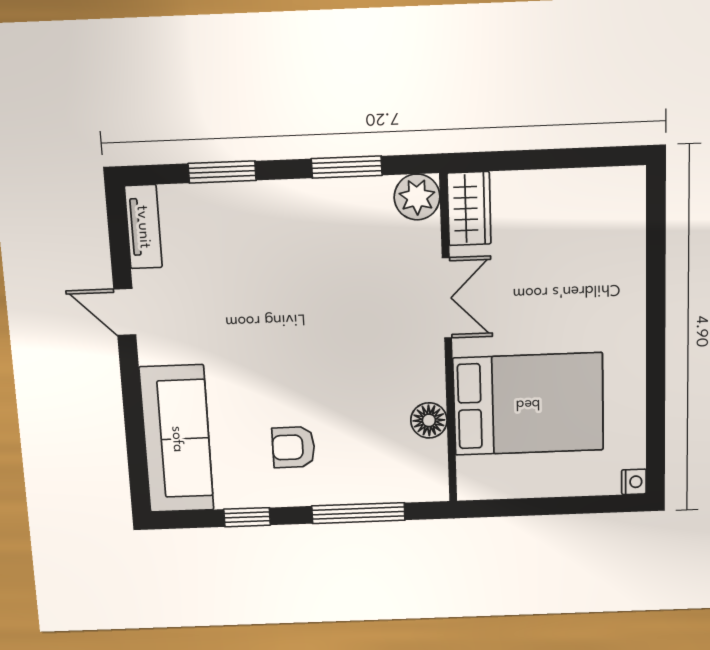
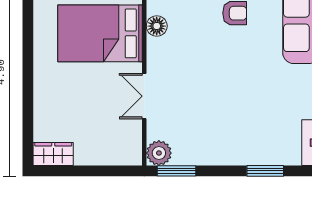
window: (347, 167) -> (177, 171), moved
wardrobe: (469, 209) -> (53, 154), moved, turned 90

